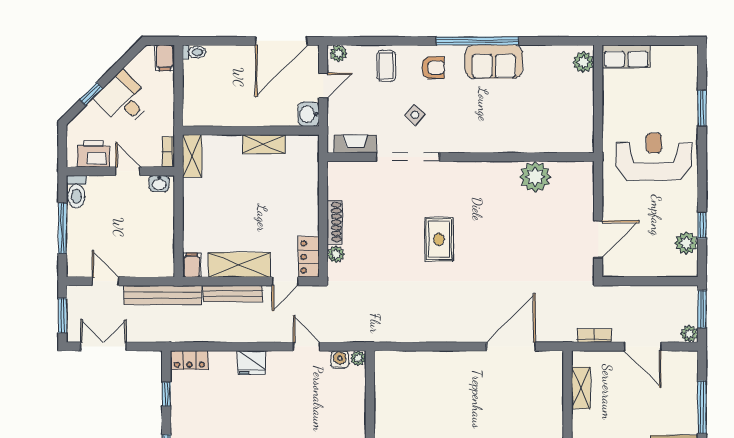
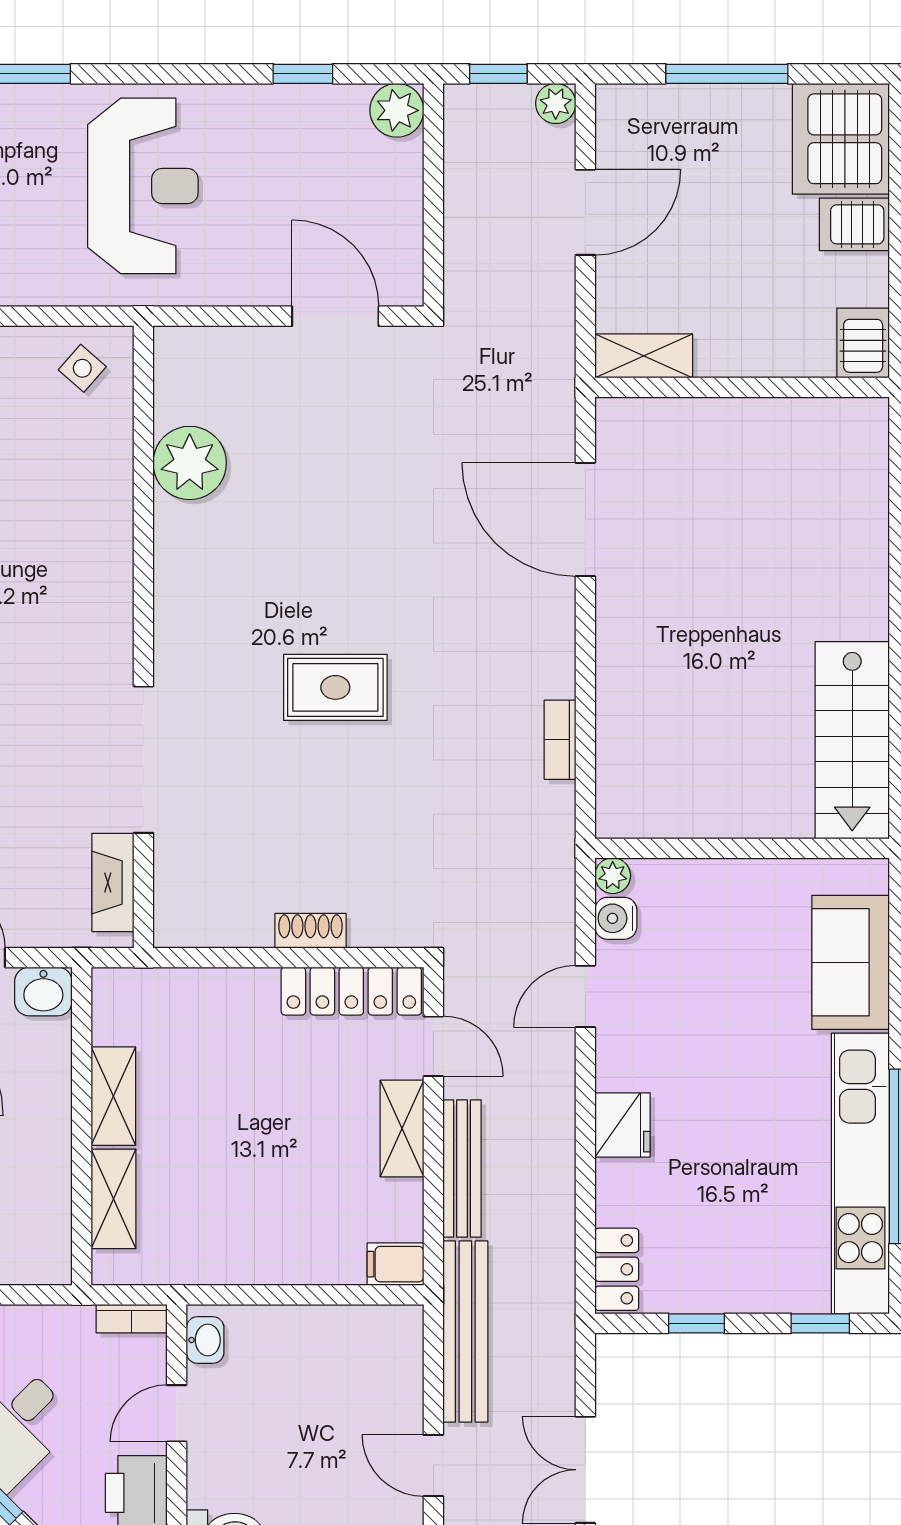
side table: (415, 115) -> (82, 368), moved
shelving: (192, 156) -> (114, 1199), moved, turned 90
reception desk: (654, 157) -> (143, 186), turned 180
shoe rack: (335, 222) -> (310, 931), width x0.70
plant: (686, 243) -> (397, 110), moved
plant: (336, 254) -> (370, 928), removed
locker: (309, 257) -> (351, 991), width x1.53
shelving: (239, 265) -> (402, 1129), width x0.67, depth x0.75
door: (105, 281) -> (433, 1466), hinge flipped
window: (702, 309) -> (498, 74), width x0.67
bookcase: (594, 336) -> (560, 740), moved
shelving: (581, 388) -> (644, 356), moved

